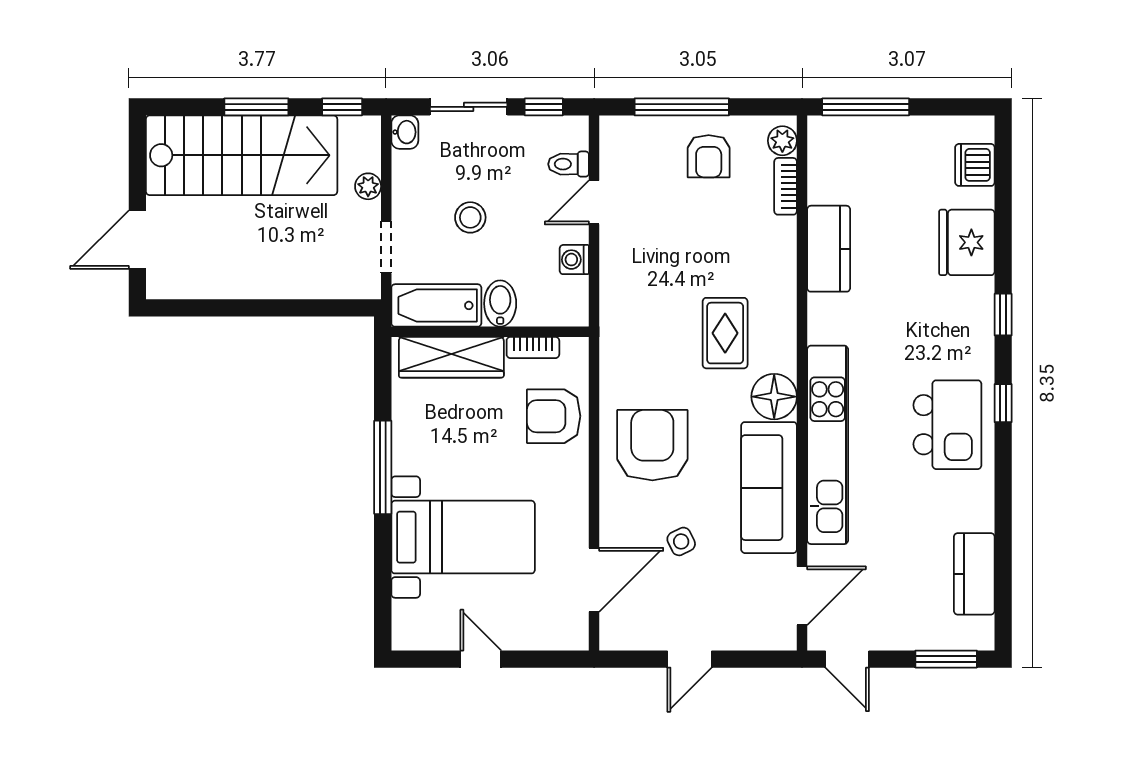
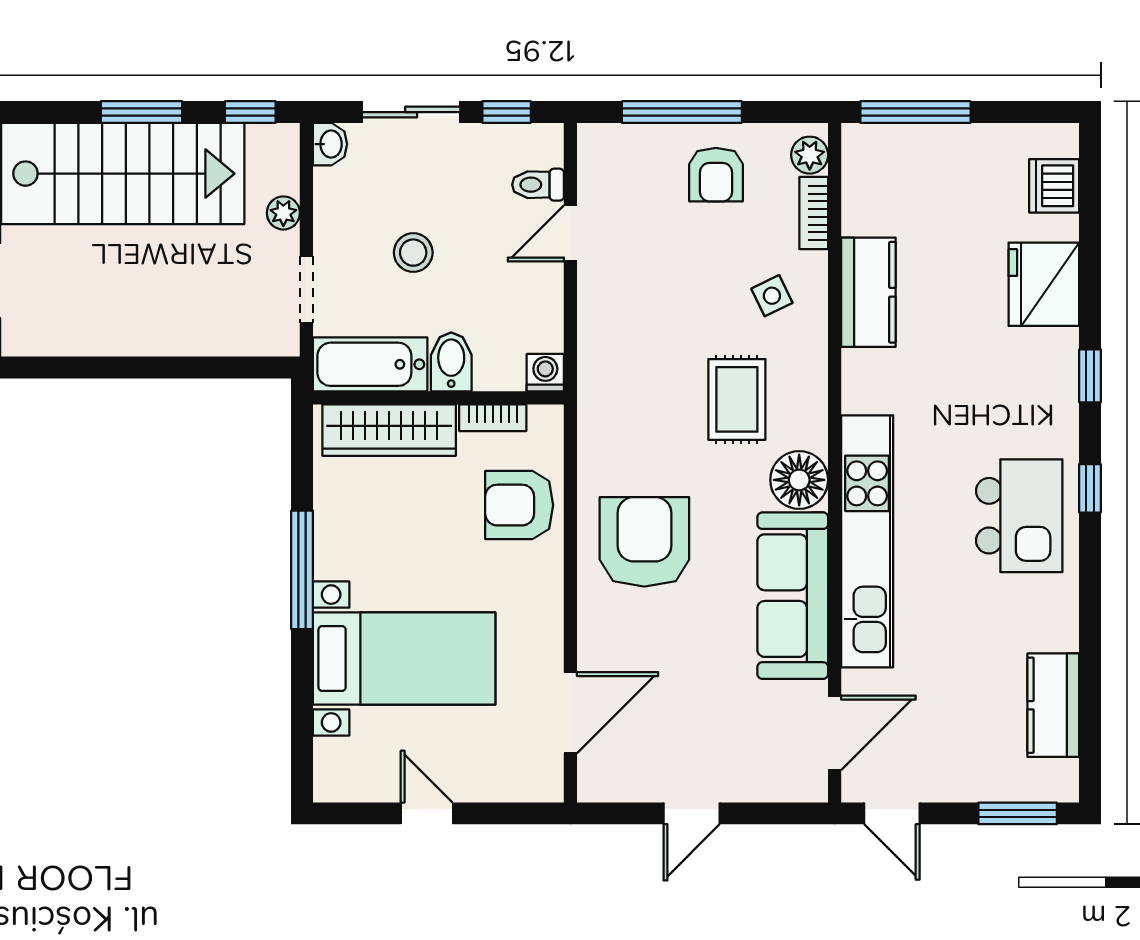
washing machine: (574, 260) -> (545, 373), moved, turned 90
side table: (681, 541) -> (772, 296), moved

